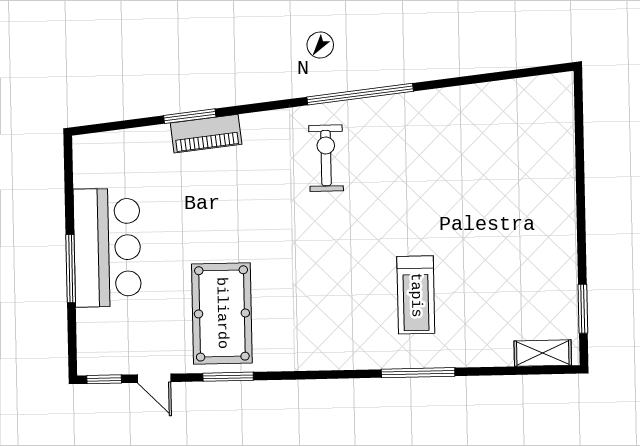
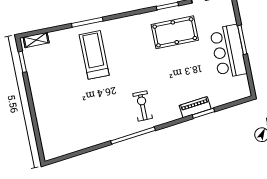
exercise bike: (326, 158) -> (143, 106), turned 180
treadmill: (416, 295) -> (94, 55), width x1.37, depth x1.38
pool table: (222, 313) -> (175, 32), turned 90

